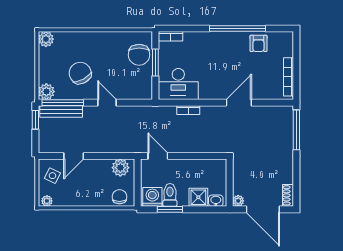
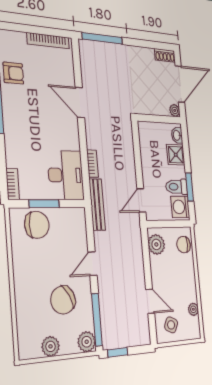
plant: (46, 39) -> (51, 346), moved
bench: (61, 112) -> (97, 205), moved
plant: (47, 201) -> (193, 309), moved

